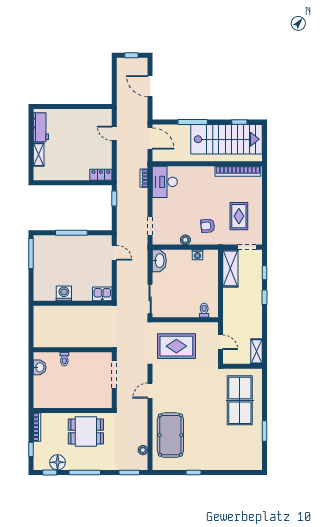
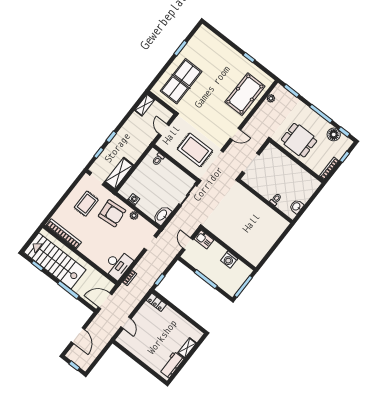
door: (150, 139) -> (105, 301), hinge flipped
armchair: (208, 226) -> (112, 213), width x1.88, depth x1.88
washing machine: (64, 293) -> (229, 260), moved
kitchen sink: (102, 294) -> (204, 239), moved
wall: (73, 303) -> (228, 249), moved

